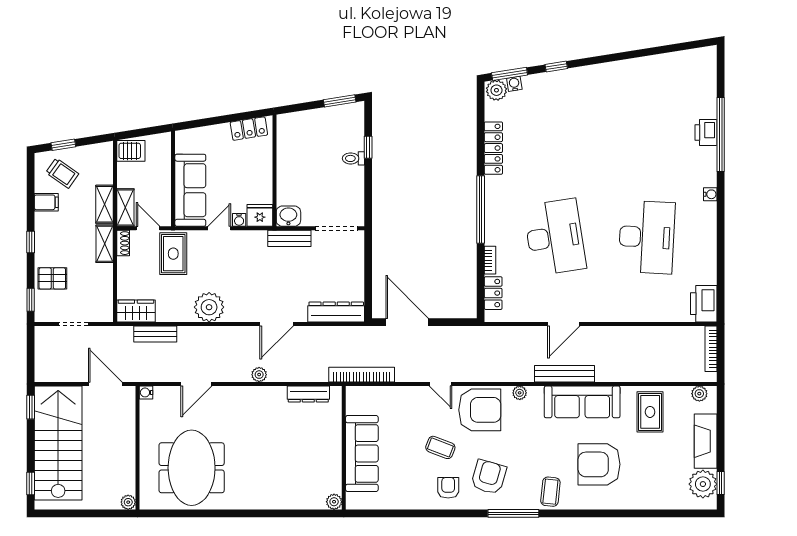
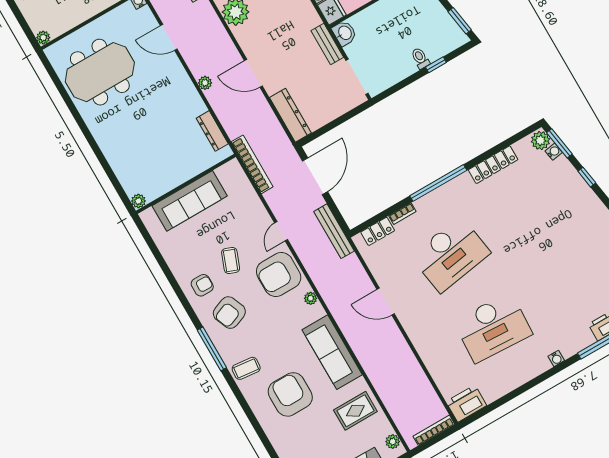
bench: (564, 374) -> (334, 231), moved
armchair: (480, 410) -> (279, 275), turned 90
armchair: (489, 477) -> (229, 313), turned 142

